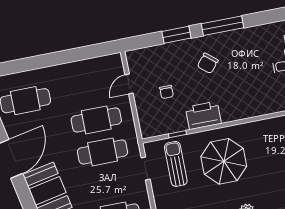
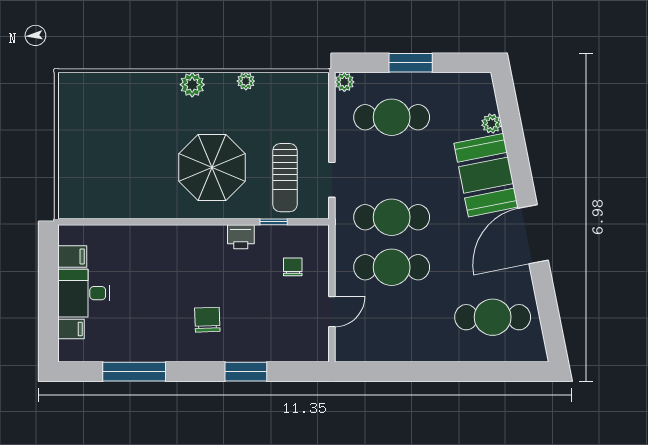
window: (223, 26) -> (134, 372), moved
chair: (208, 63) -> (207, 320), turned -42
chair: (167, 92) -> (293, 267), moved
printer: (203, 115) -> (241, 237), width x0.53, depth x0.68

